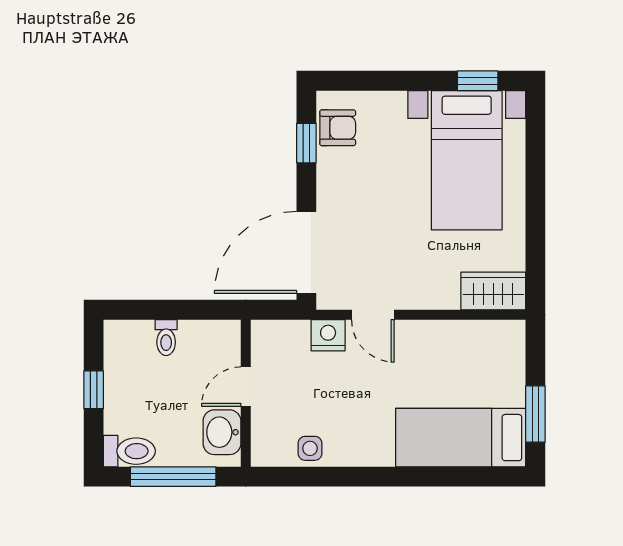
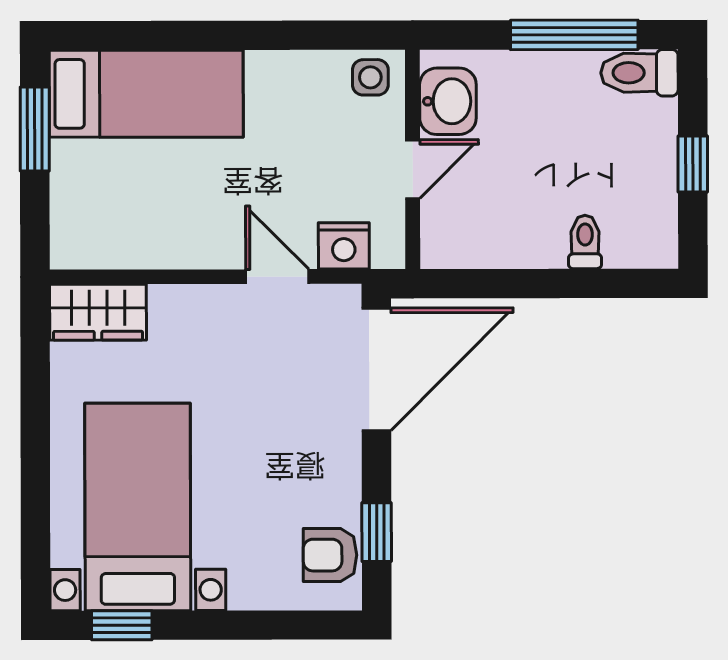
door: (246, 387) -> (413, 169), moved
wall: (246, 393) -> (413, 159), moved
washbasin: (222, 432) -> (448, 101), moved

